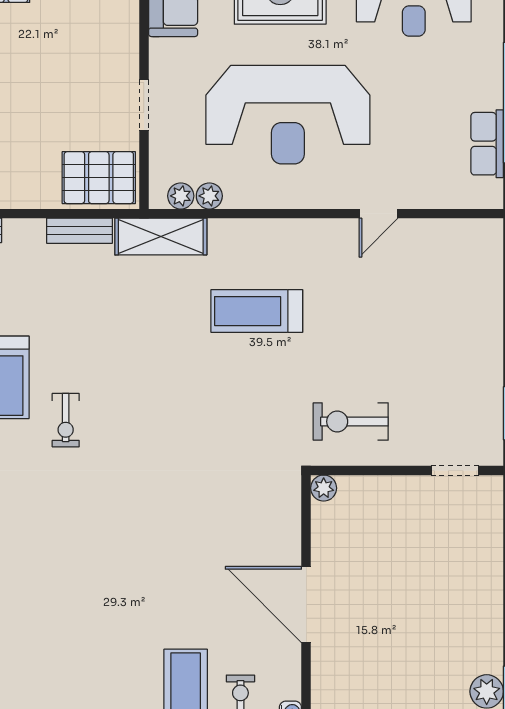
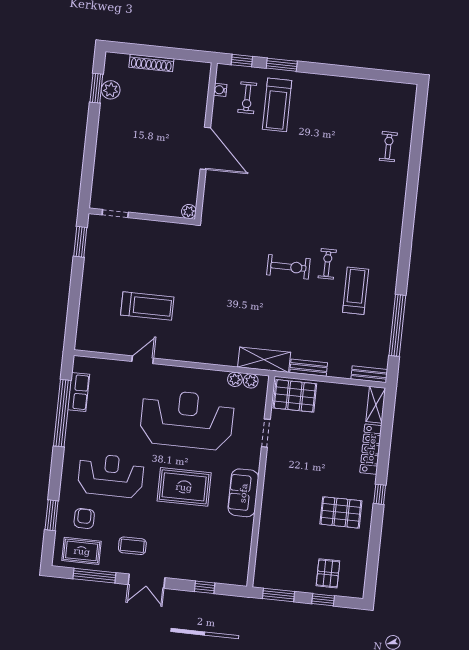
treadmill: (257, 311) -> (147, 306), moved
exercise bike: (351, 422) -> (288, 267), moved

